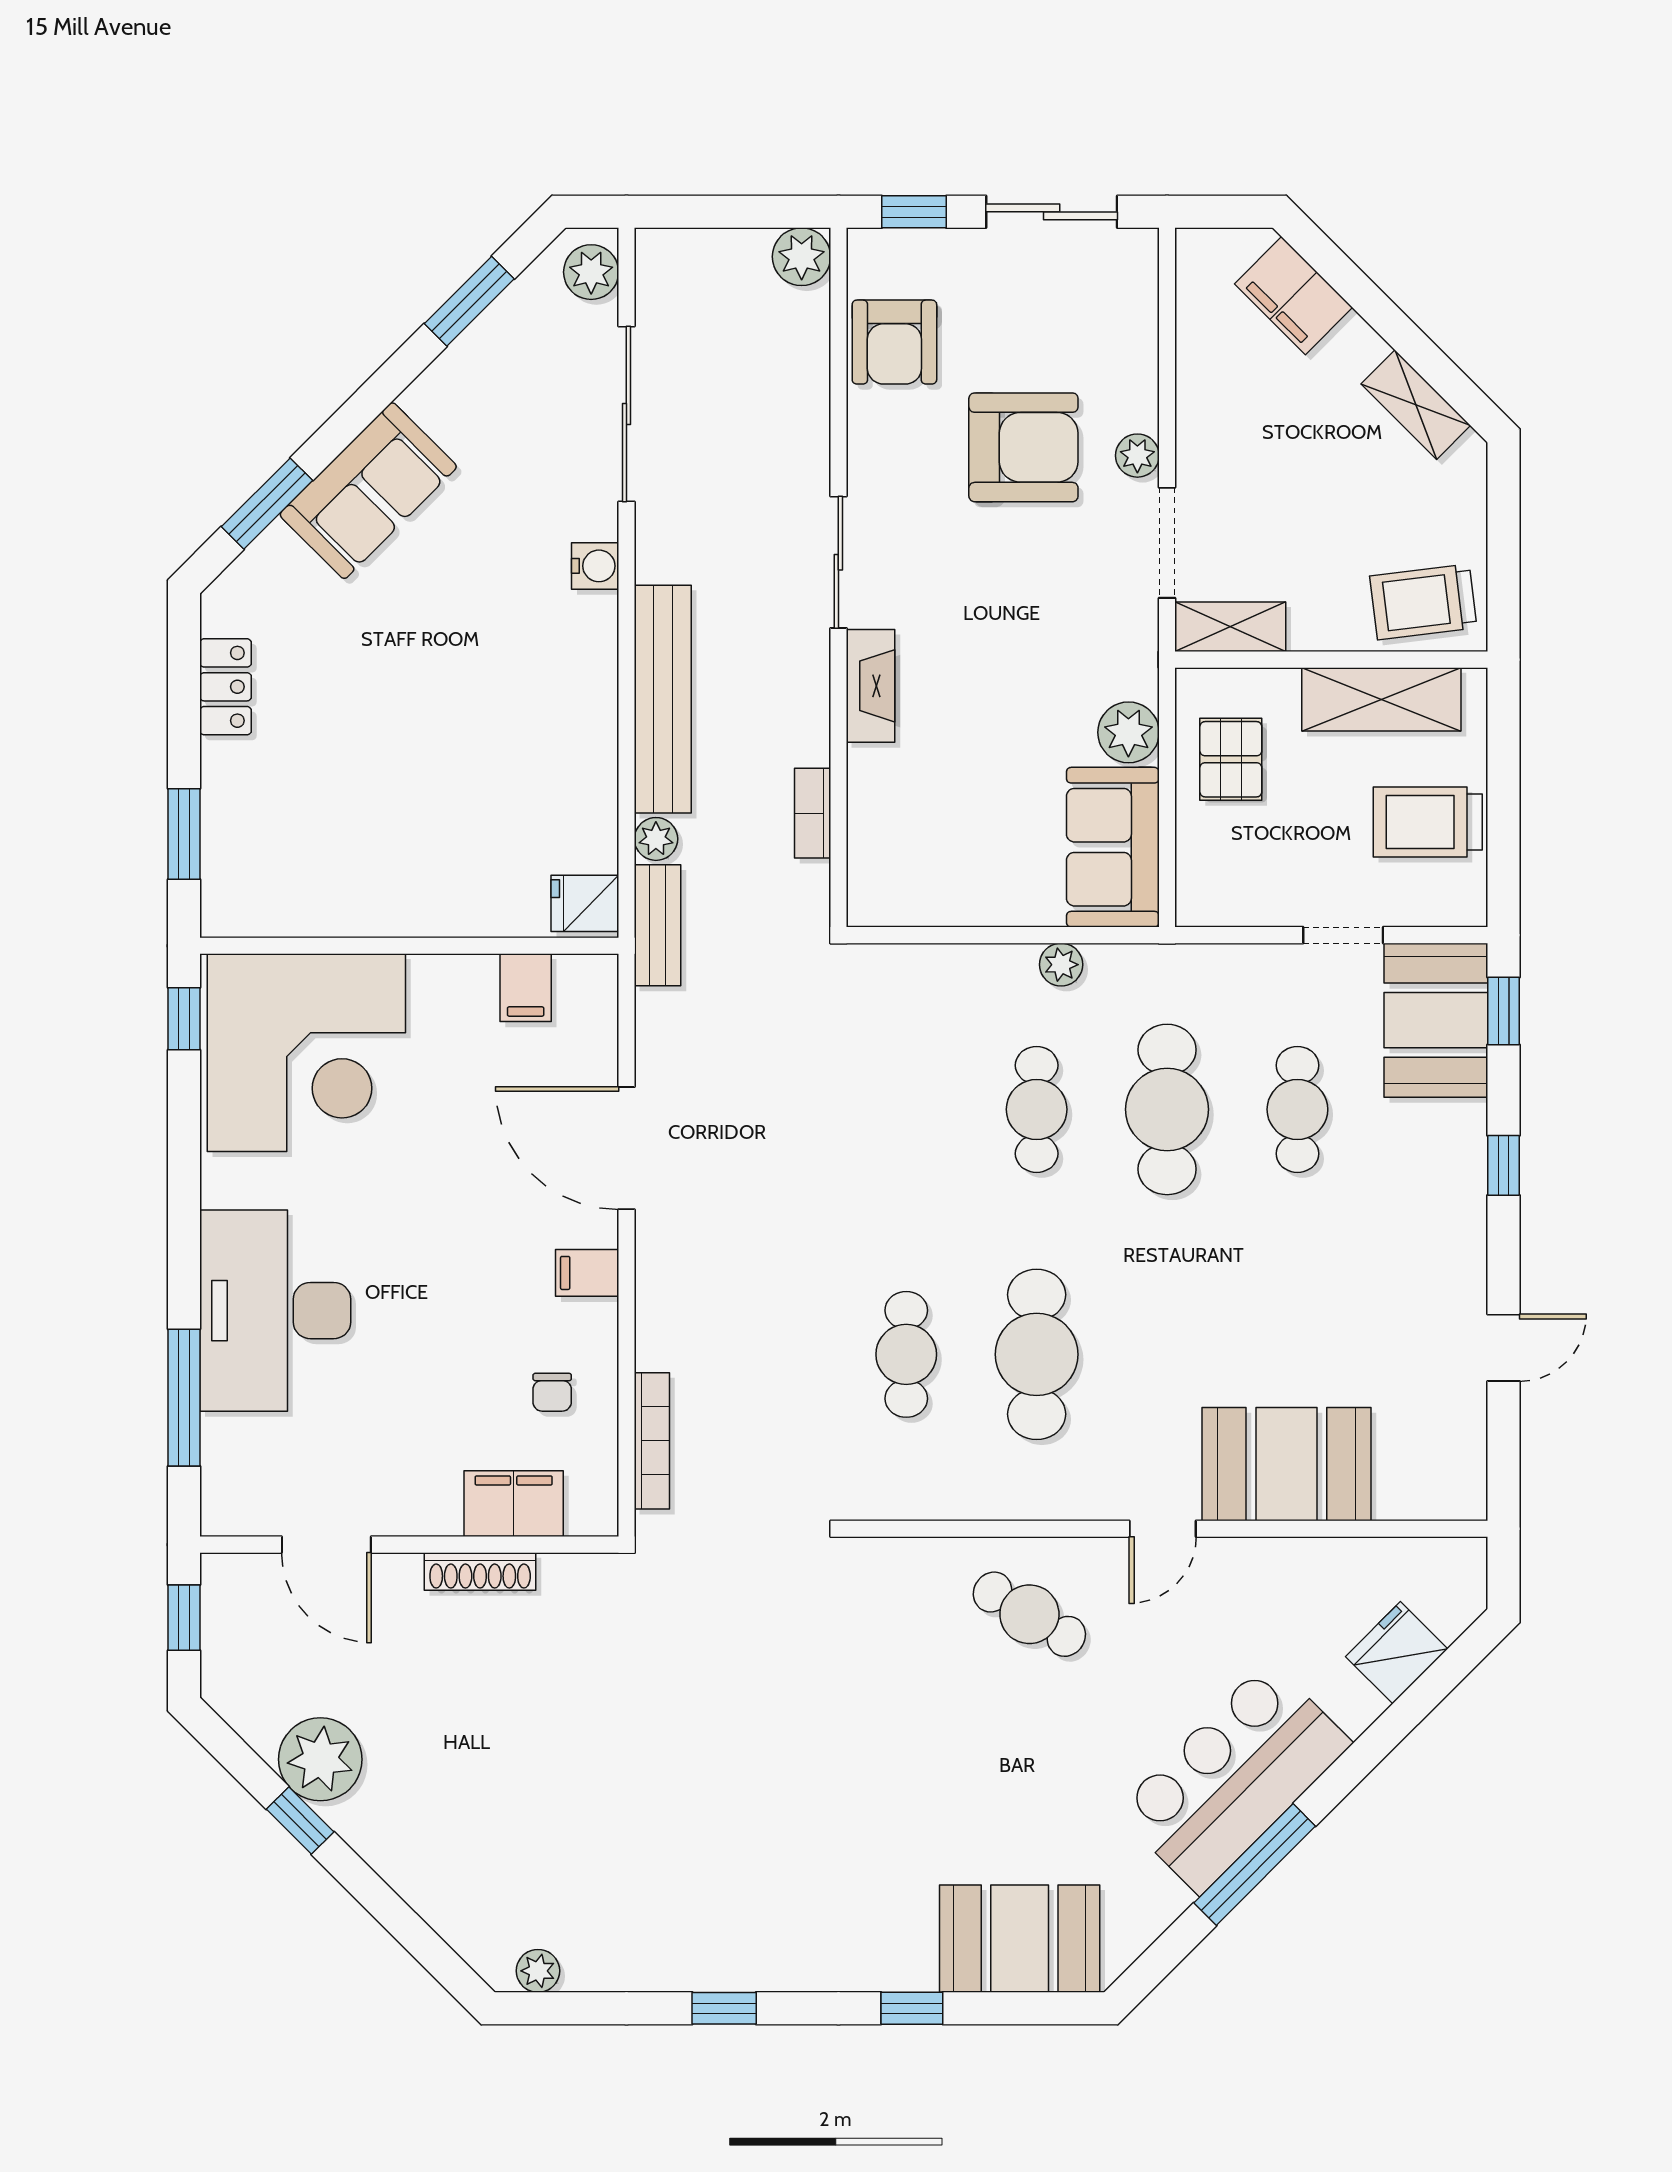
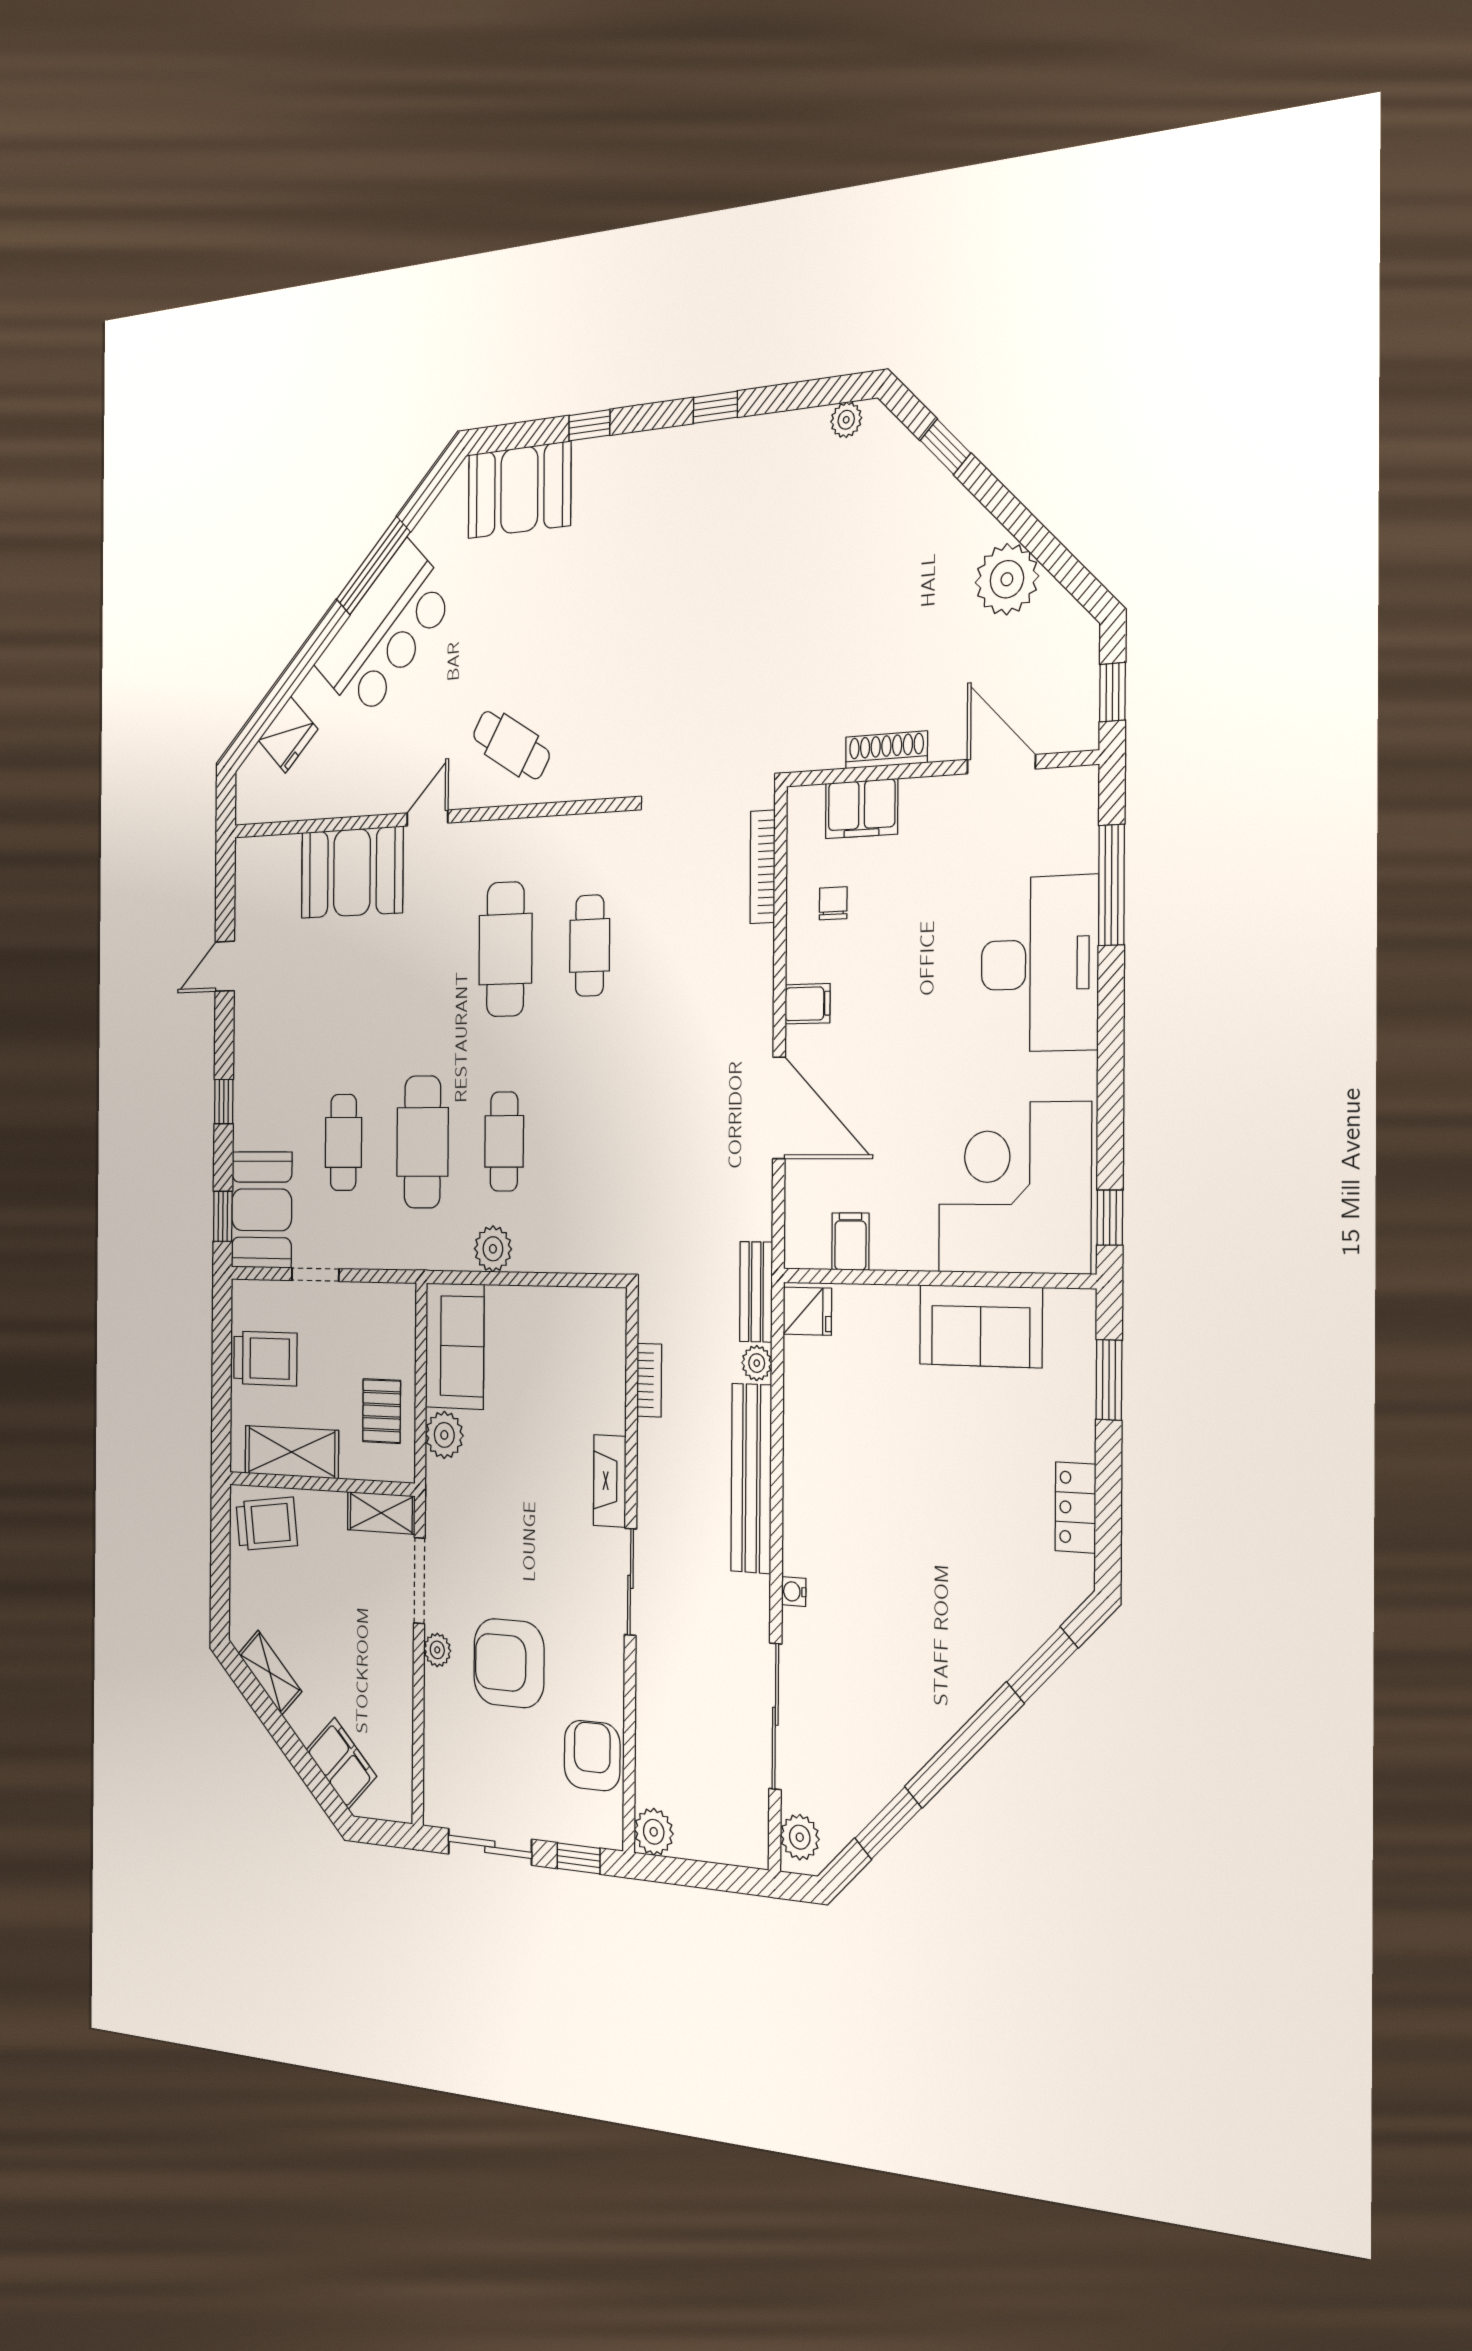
sofa: (368, 491) -> (981, 1326), moved, turned -135
water cooler: (595, 566) -> (794, 1592), width x0.72, depth x0.72
plant: (1061, 965) -> (493, 1249), width x1.38, depth x1.38
window: (300, 1820) -> (945, 447), moved

